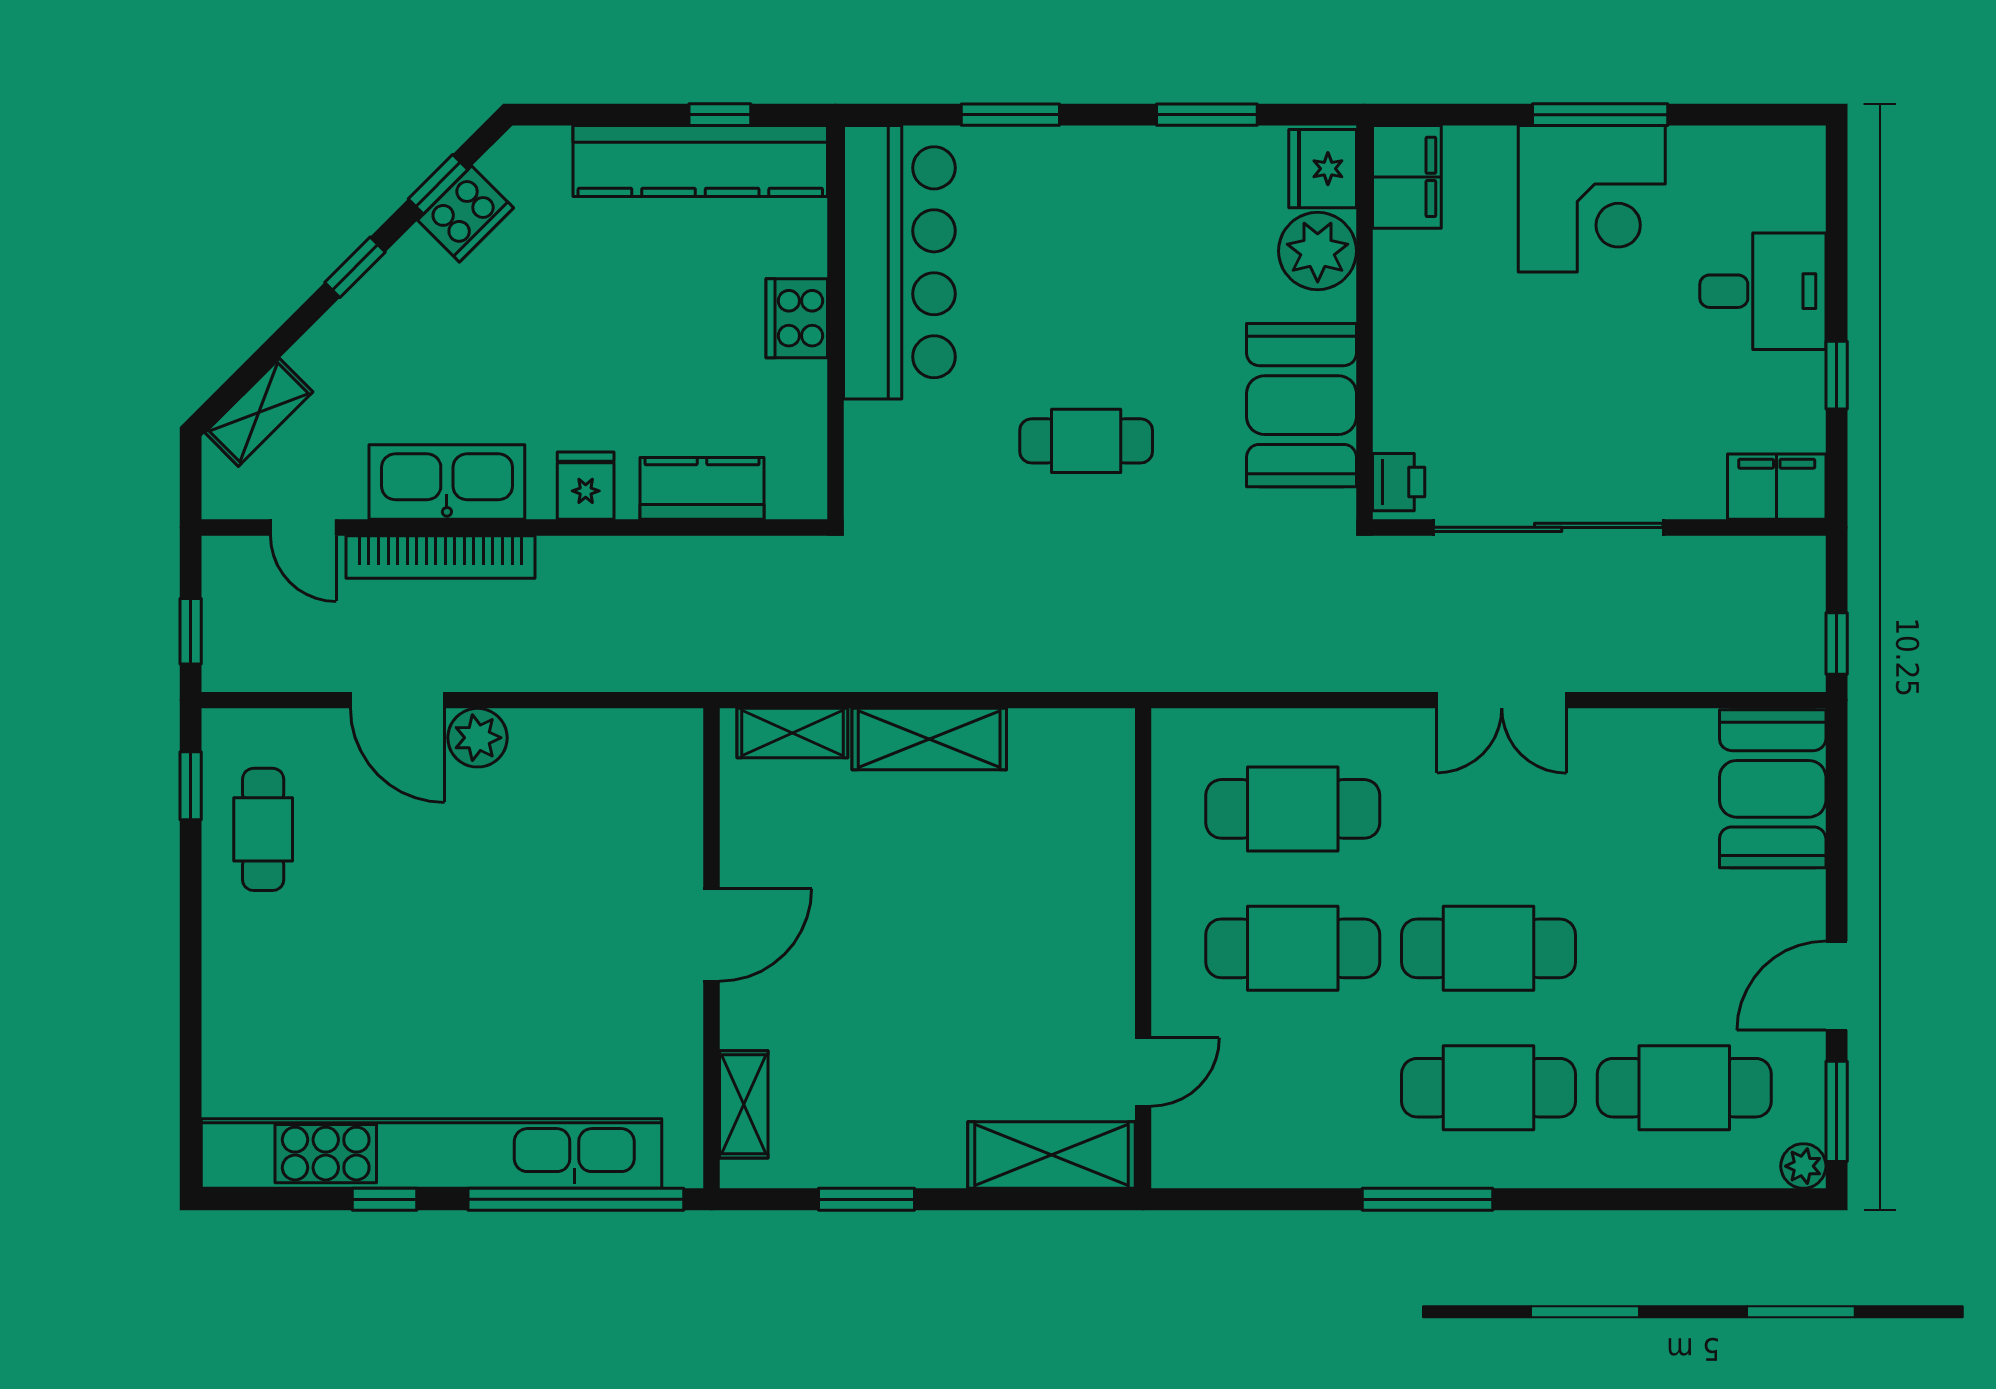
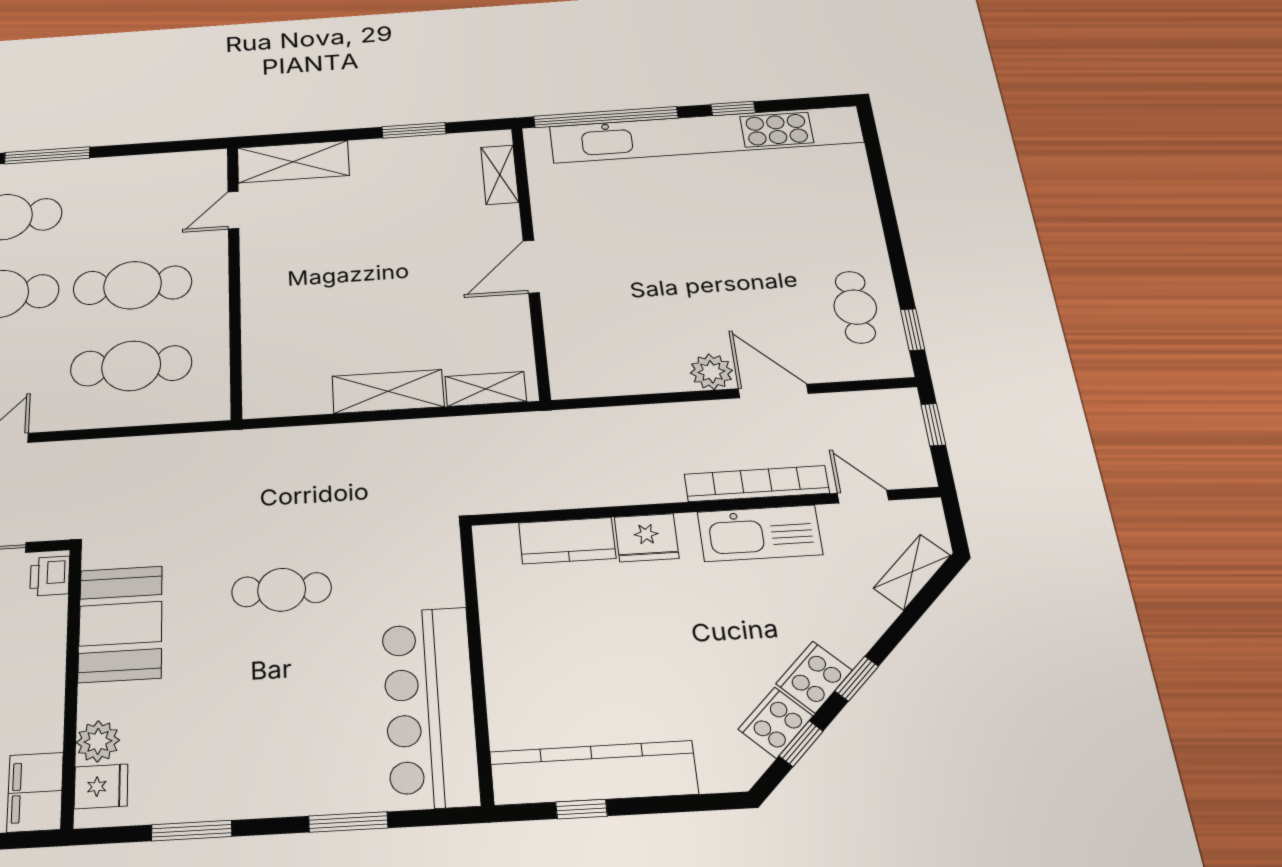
fridge: (1323, 169) -> (101, 786), width x0.72
plant: (1318, 251) -> (98, 741), width x0.73, depth x0.73
cooker: (797, 318) -> (814, 677), moved, turned -135
fridge: (586, 486) -> (647, 538), width x1.38

